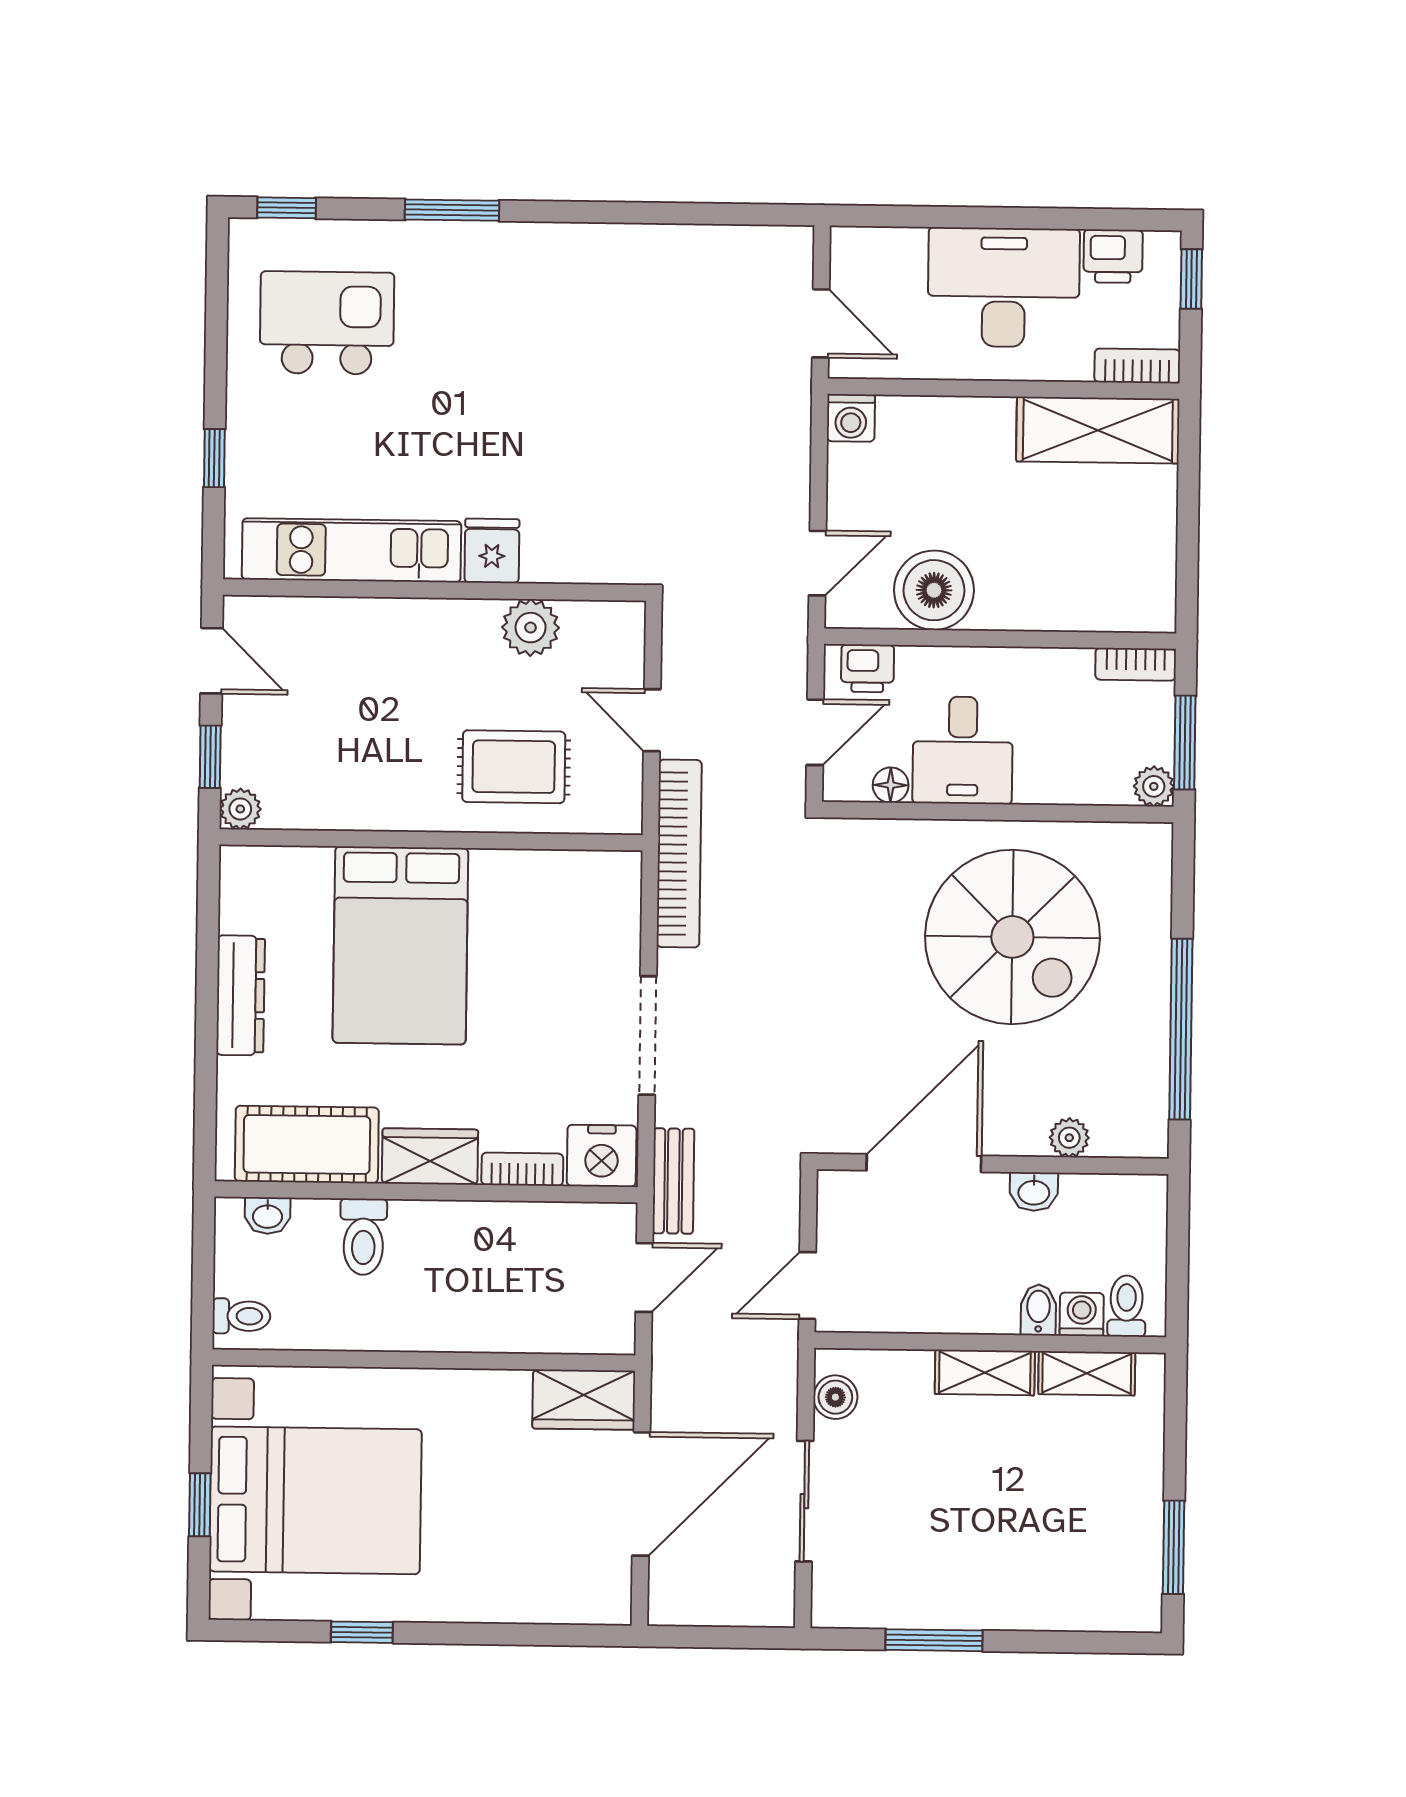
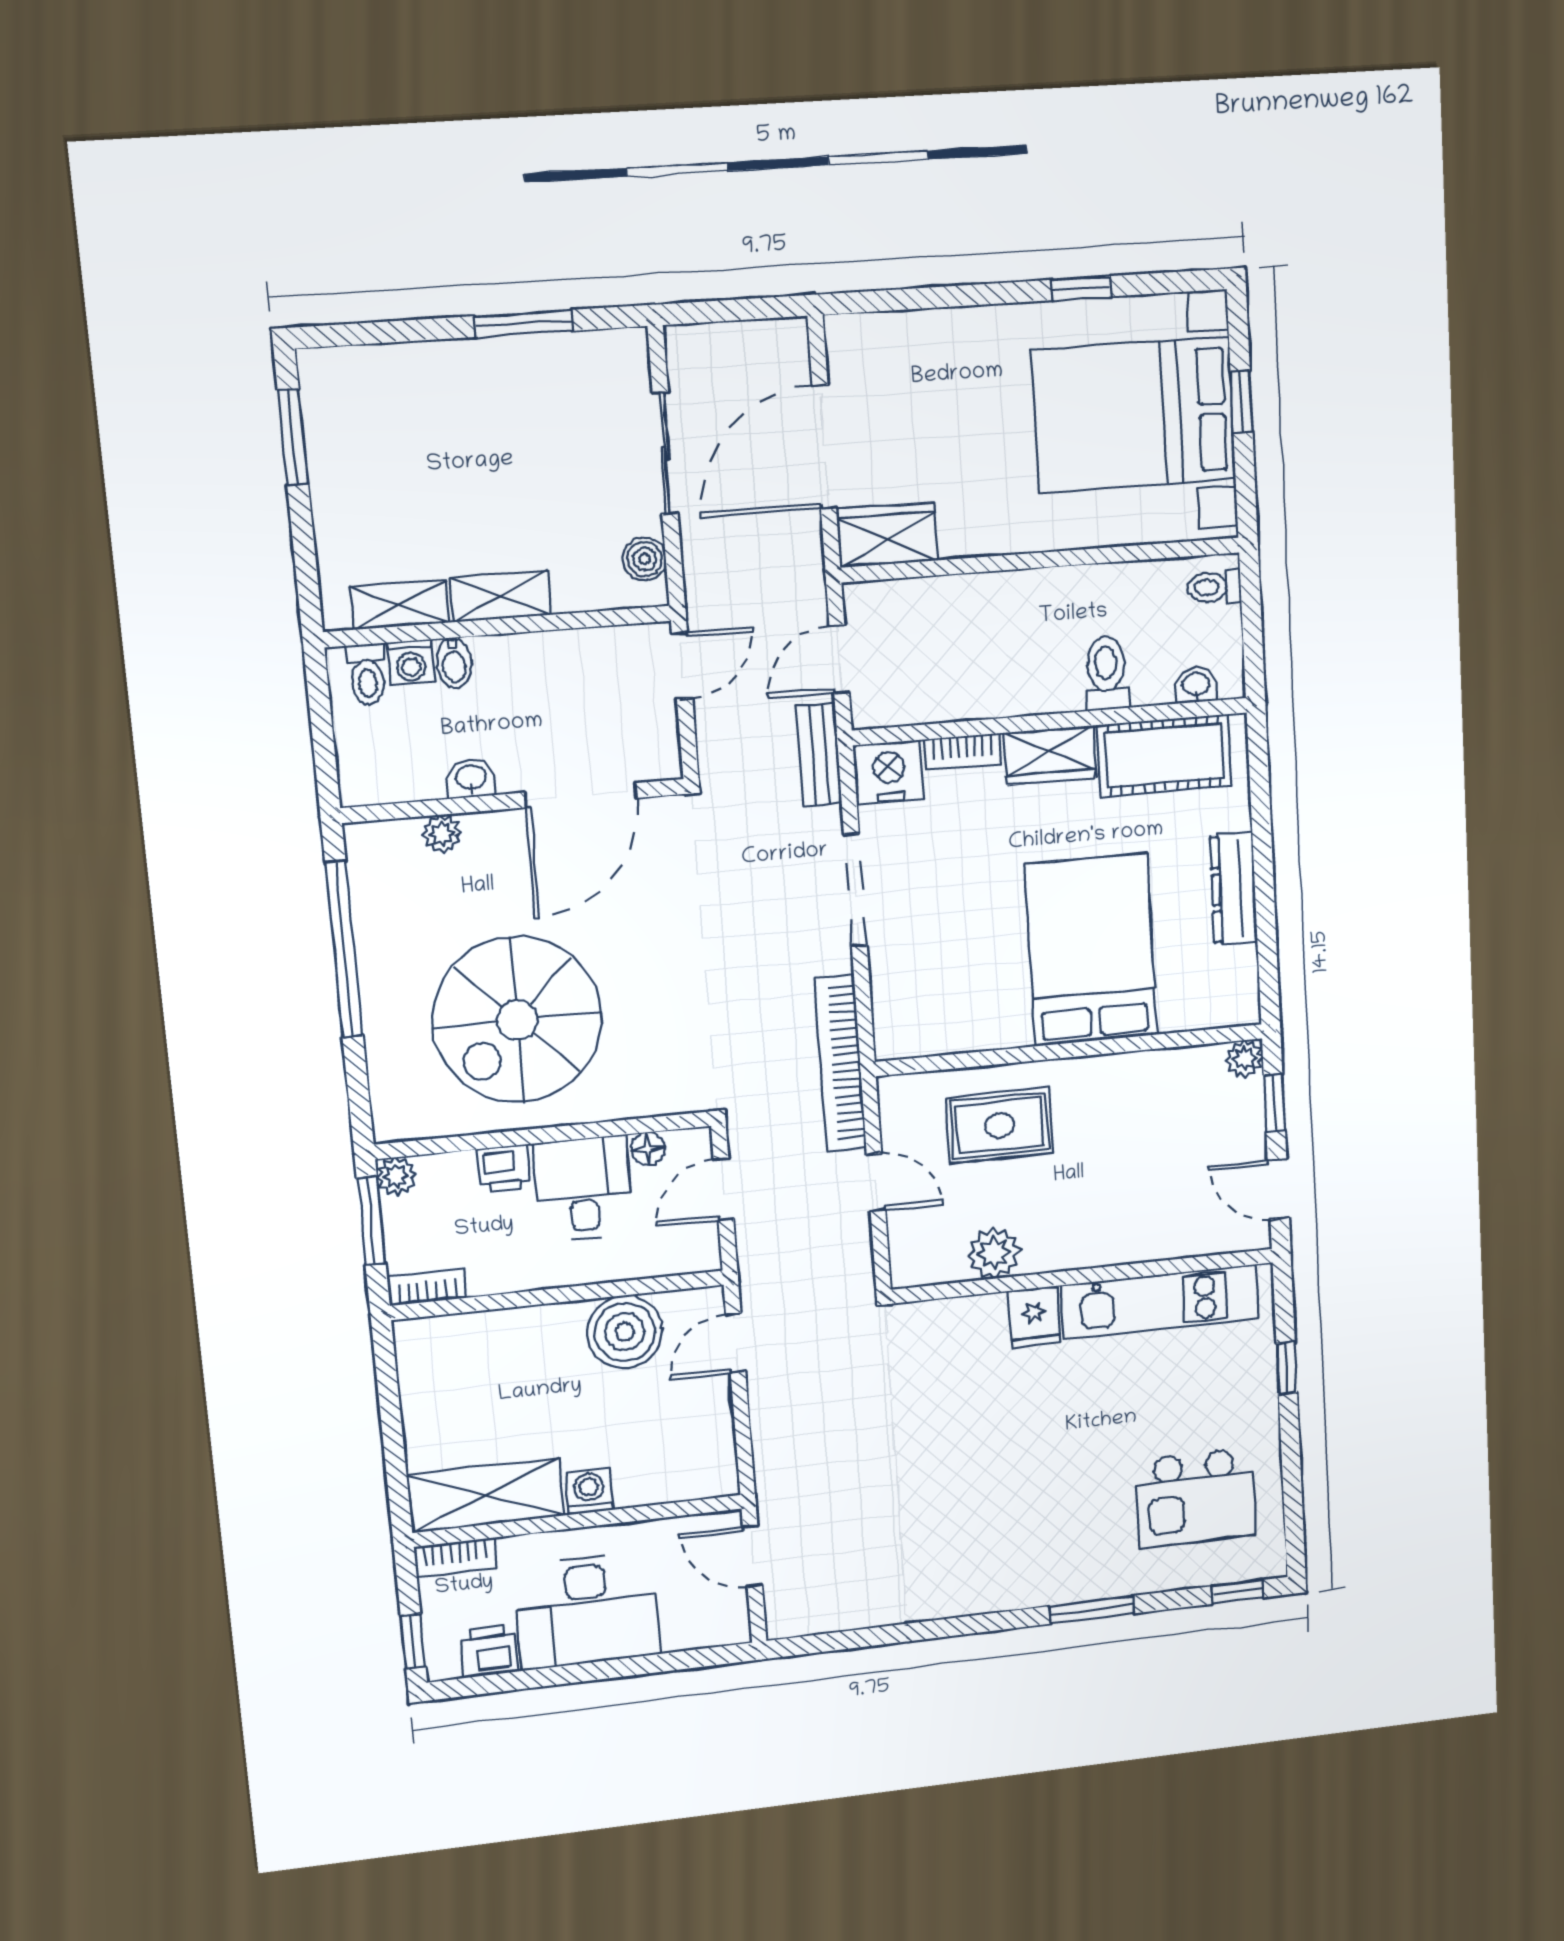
washing machine: (851, 418) -> (589, 1491), moved
printer: (868, 668) -> (504, 1169), moved, turned 180
spiral stairs: (1012, 937) -> (517, 1020), turned -90

